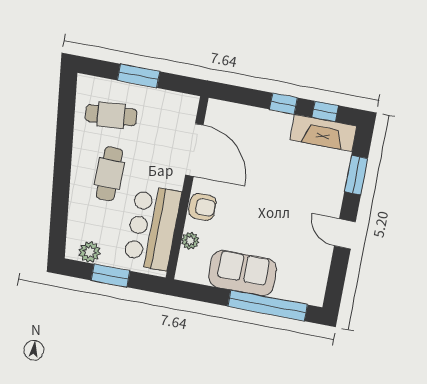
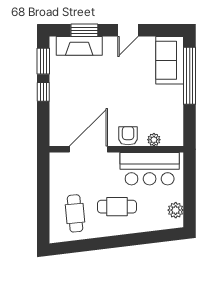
window: (139, 76) -> (43, 199), removed
window: (325, 111) -> (43, 61), width x1.50
fireplace: (323, 133) -> (79, 46), moved, turned 90
sofa: (243, 273) -> (170, 60), moved
window: (111, 276) -> (190, 192), removed

